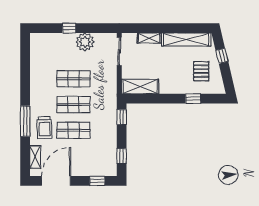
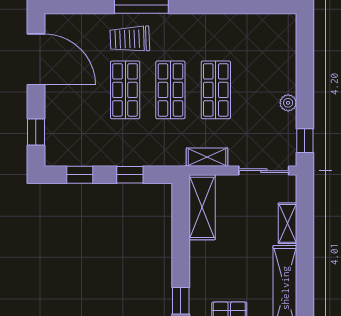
window: (69, 28) -> (305, 141), moved
plant: (85, 42) -> (288, 103), width x0.53, depth x0.53
window: (122, 117) -> (130, 175), moved
shelving: (35, 157) -> (207, 157), moved

